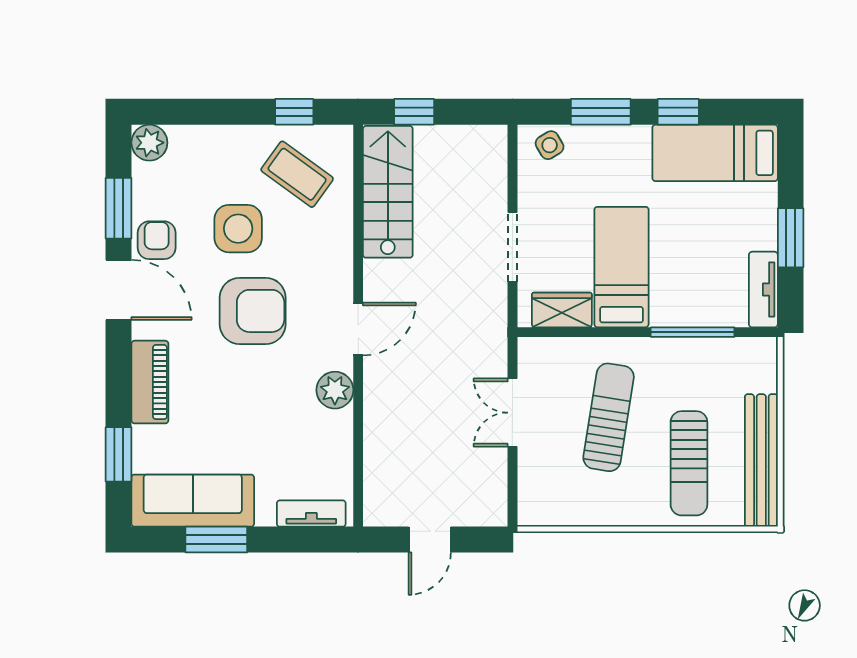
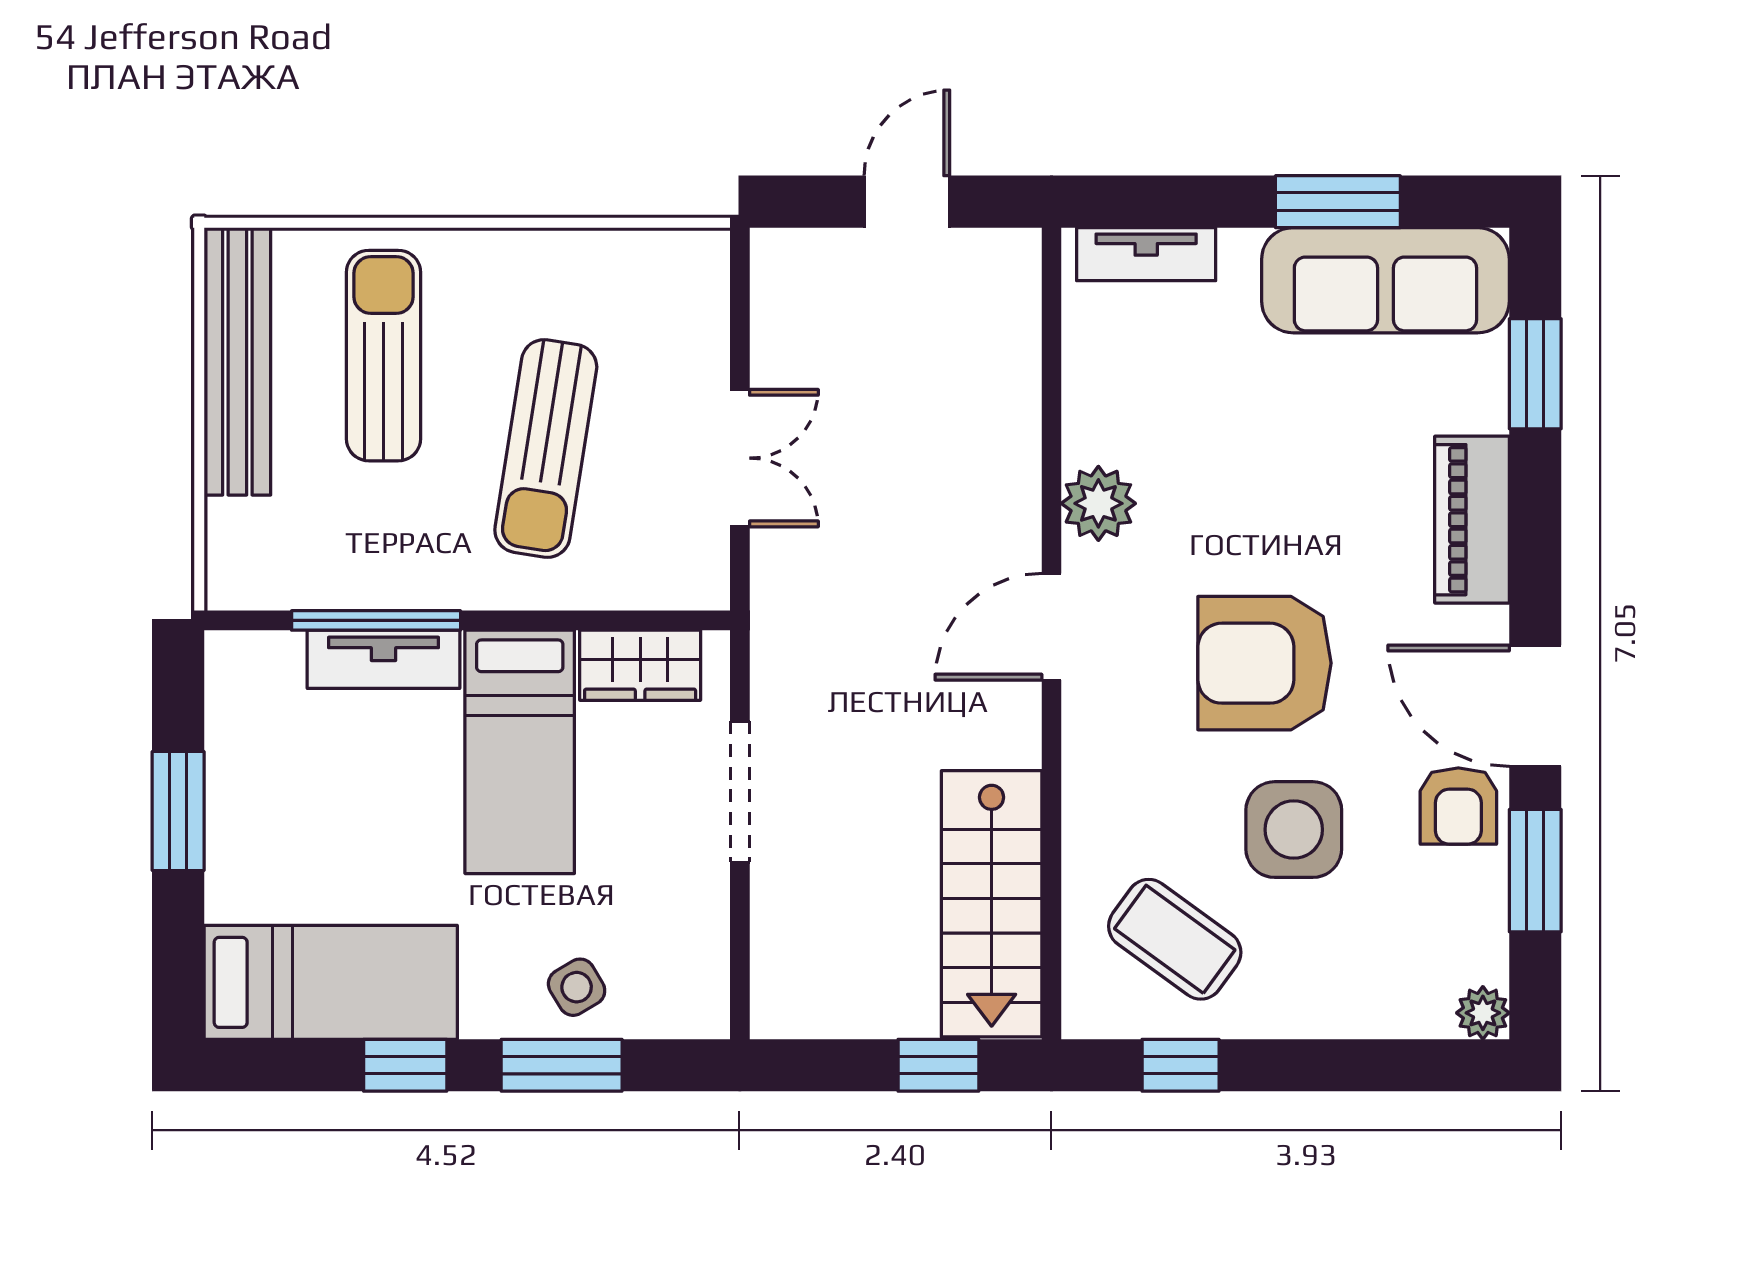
plant: (149, 143) -> (1483, 1013), width x0.73, depth x0.73
side table: (550, 145) -> (577, 987), moved
tv unit: (763, 290) -> (383, 659), moved, turned 90

